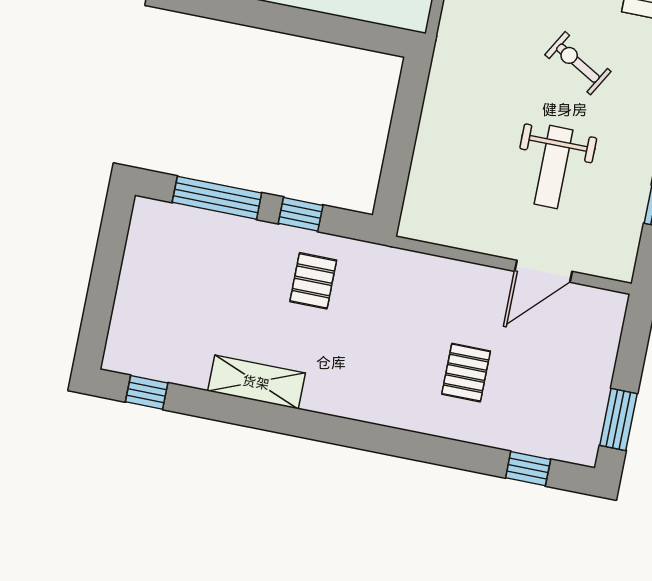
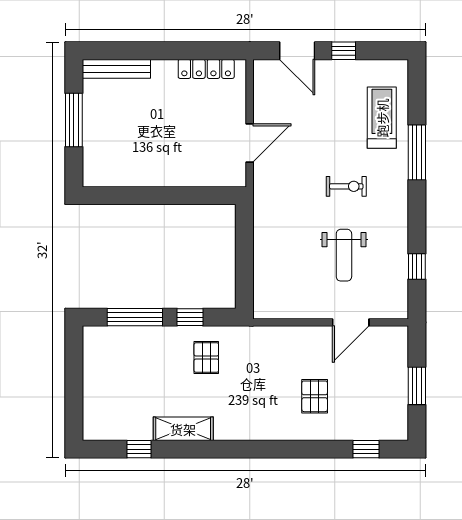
exercise bike: (578, 63) -> (346, 186), turned 150
window: (147, 392) -> (139, 449), moved
window: (618, 419) -> (417, 386), moved

